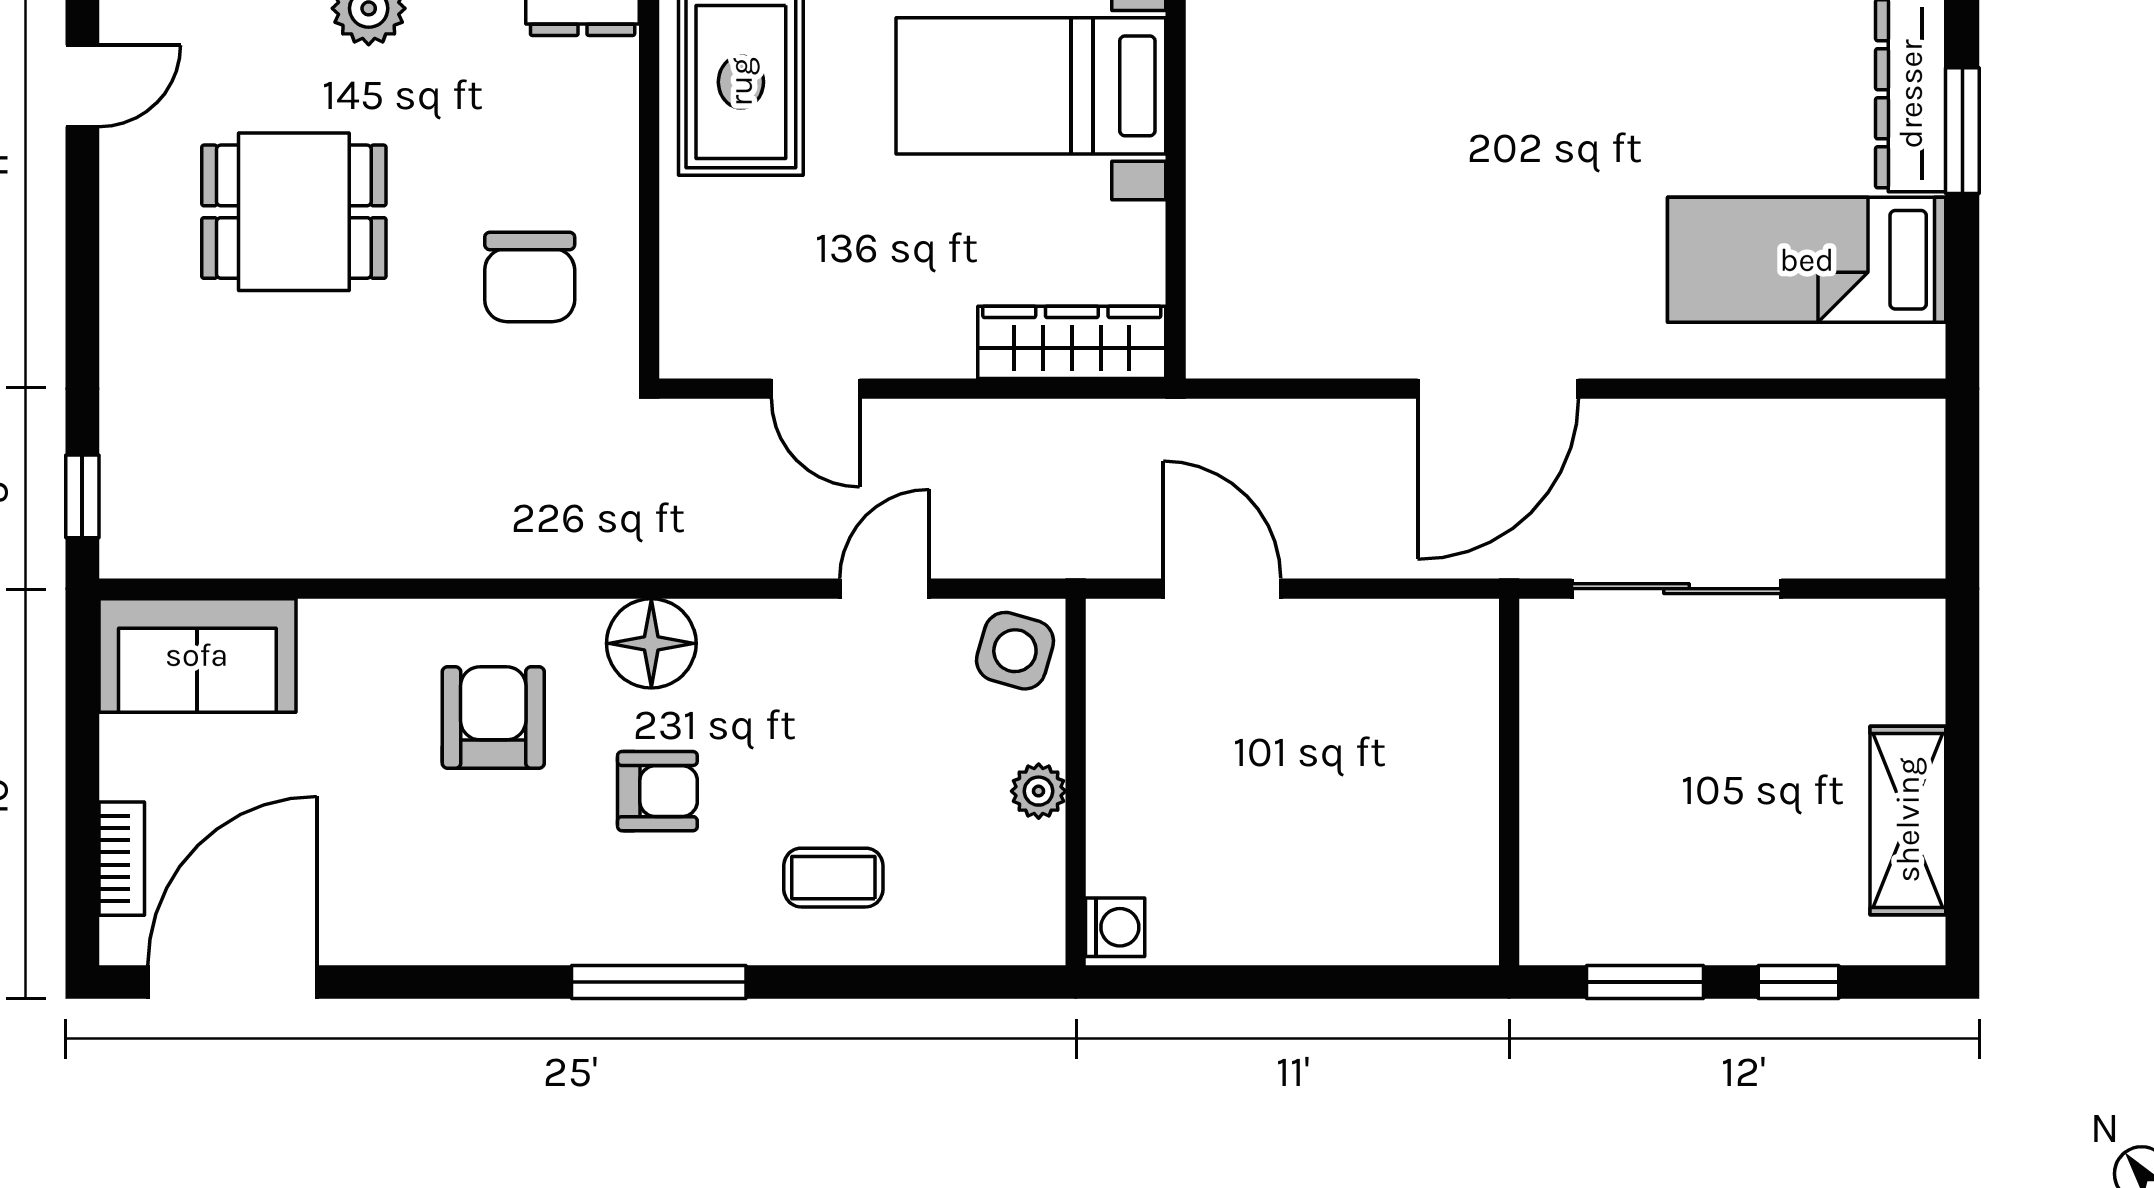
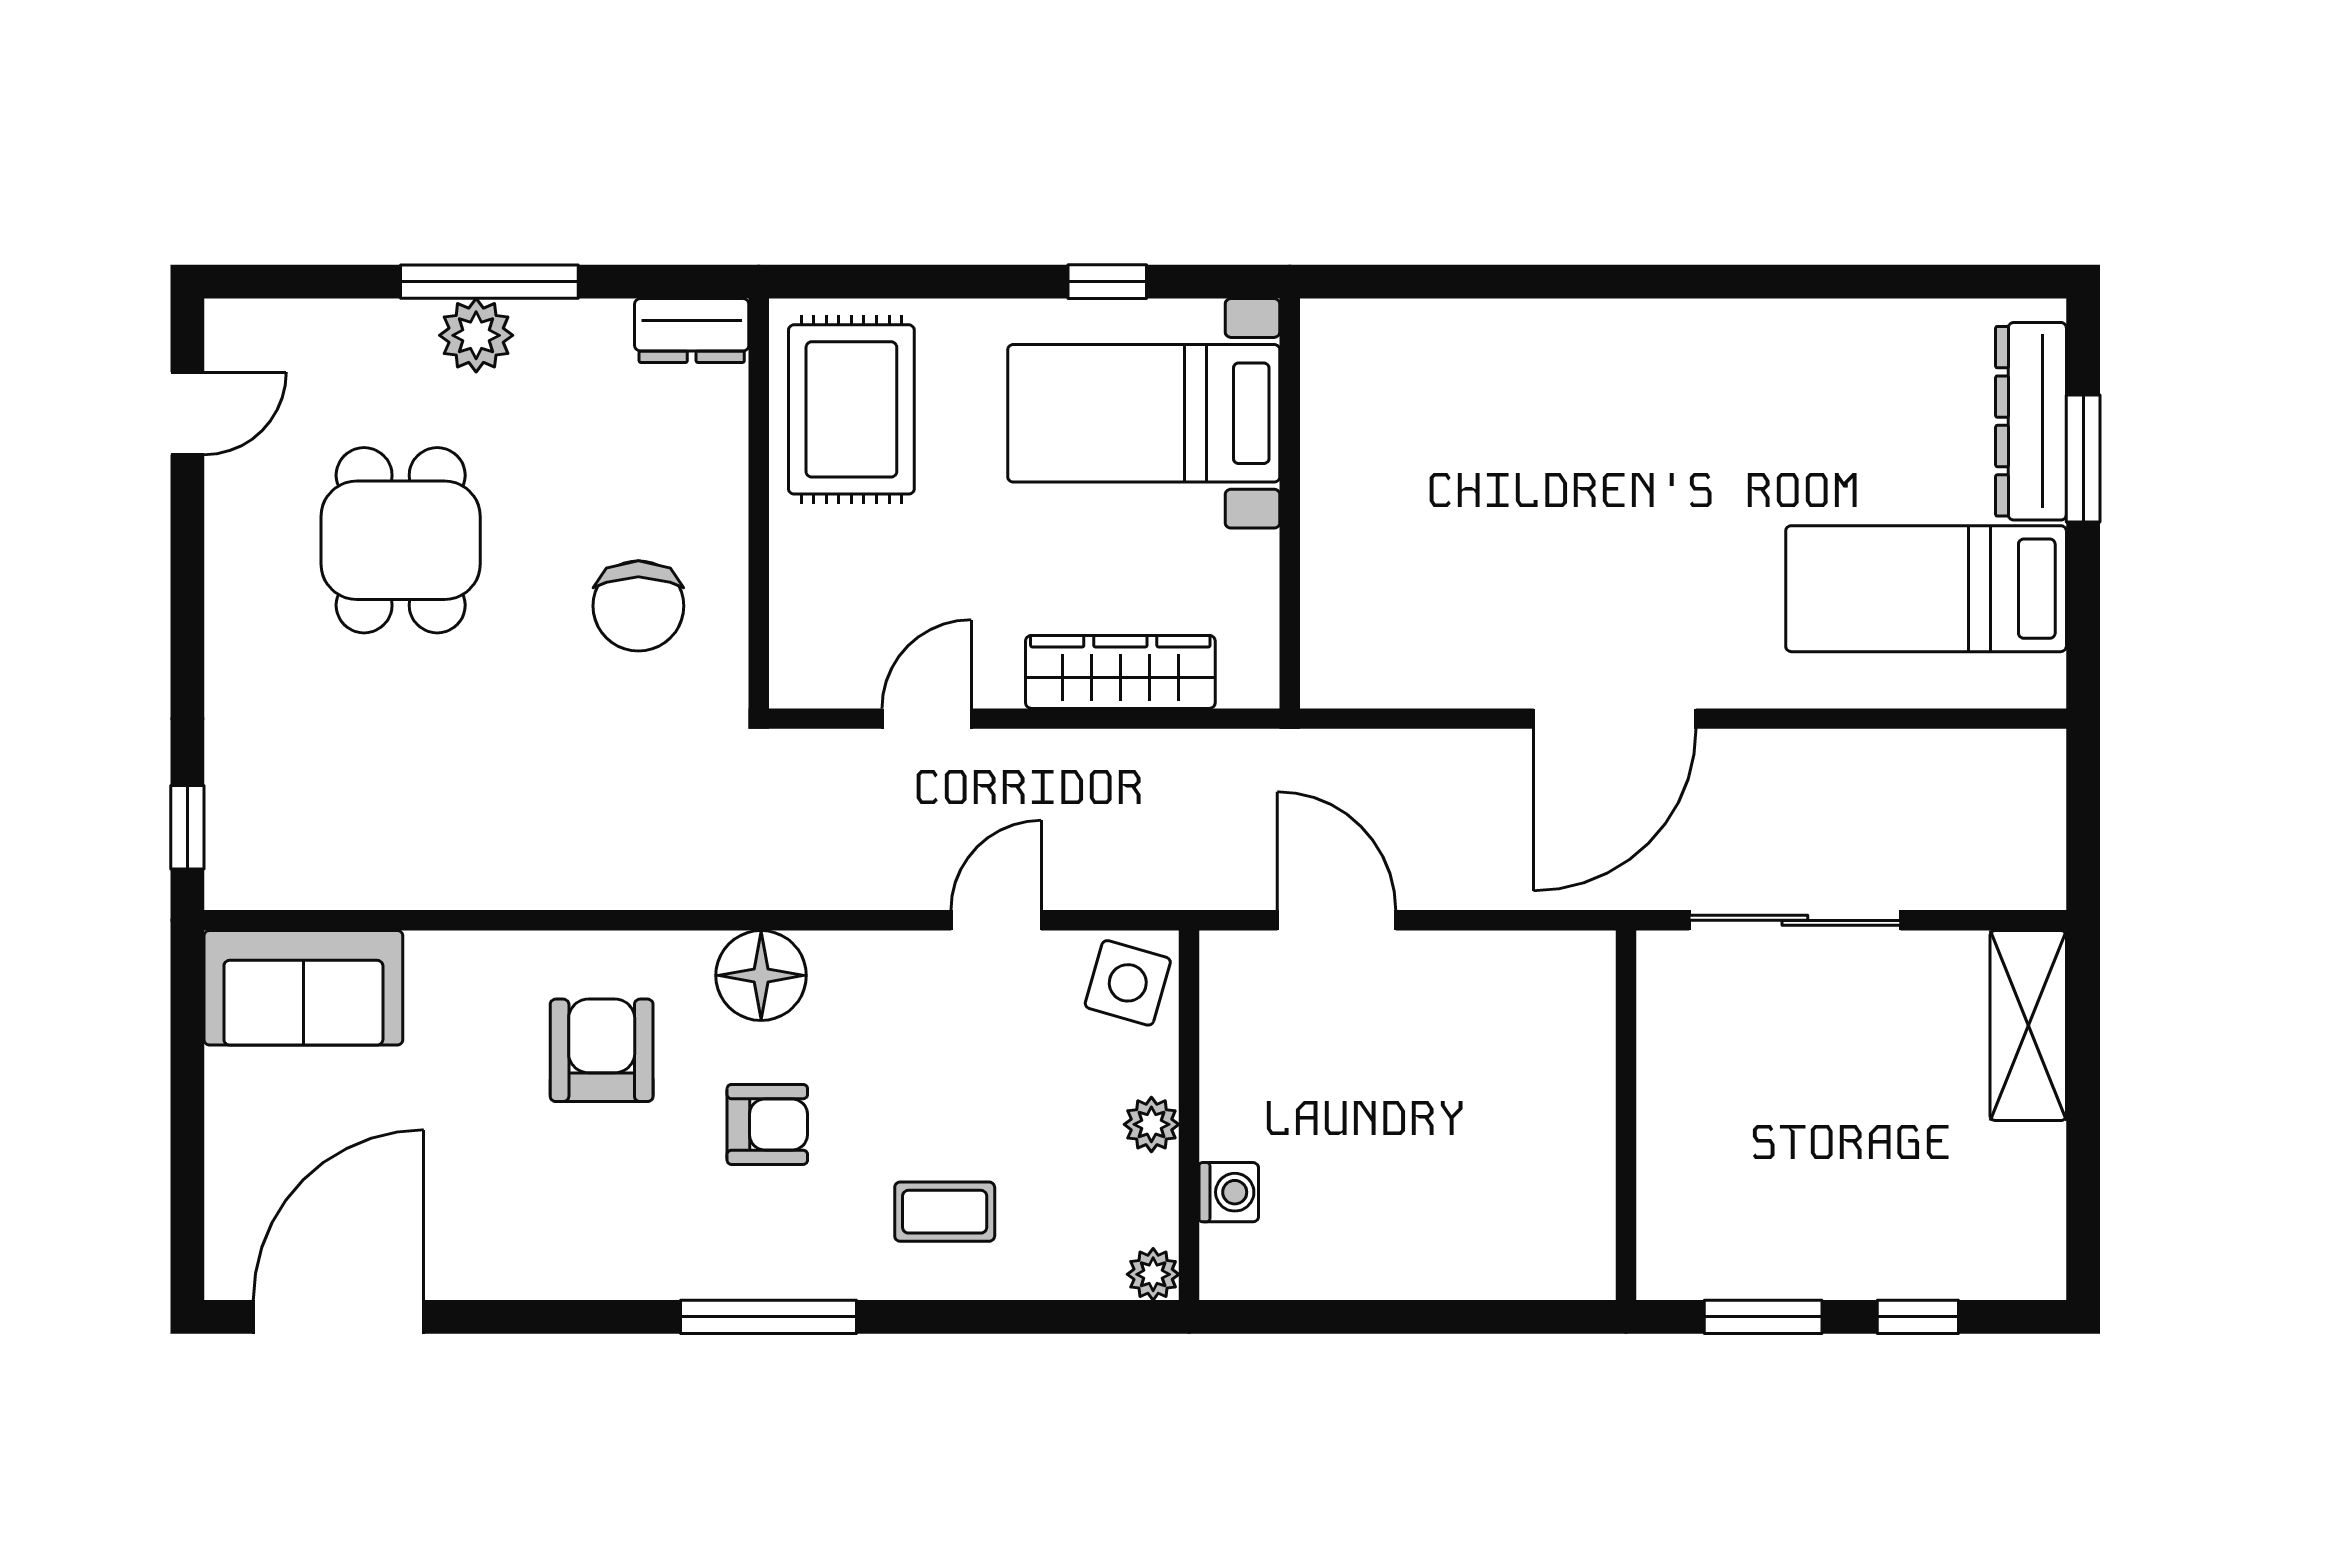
dining table: (294, 212) -> (401, 540), turned 90
wardrobe: (1072, 342) -> (1120, 672), moved
door: (815, 389) -> (927, 719), swing flipped
shelving: (1908, 820) -> (2028, 1026), moved
bookcase: (122, 859) -> (227, 1192), removed
washing machine: (1115, 927) -> (1229, 1192), moved
plant: (1040, 940) -> (1153, 1274), added

